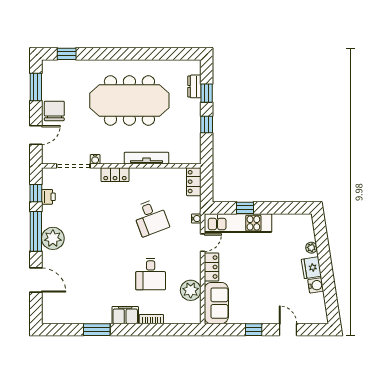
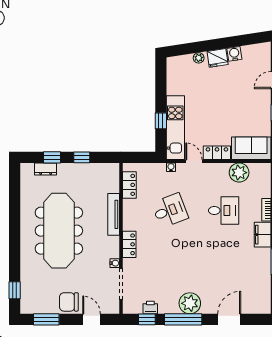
locker: (194, 182) -> (129, 185), moved, turned -90

